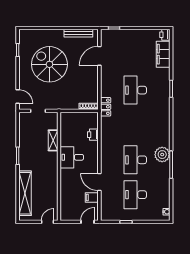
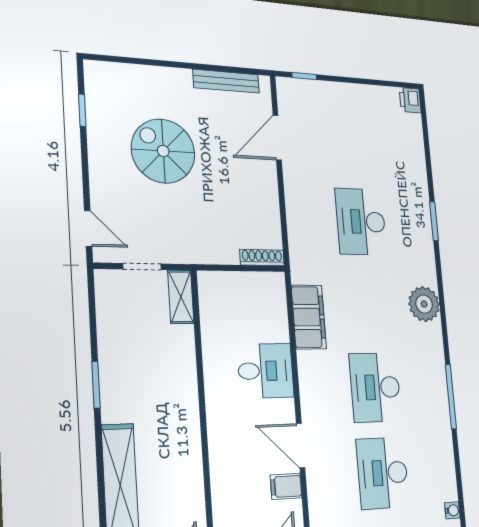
filing cabinet: (163, 54) -> (309, 317), moved, turned 180
spiral stairs: (49, 64) -> (163, 151), width x0.73, depth x0.73
locker: (106, 107) -> (300, 259), removed
printer: (93, 135) -> (277, 327), removed
shelving: (53, 140) -> (181, 297), moved
plant: (162, 155) -> (424, 304), moved
desk: (72, 157) -> (266, 371), moved, turned 180

